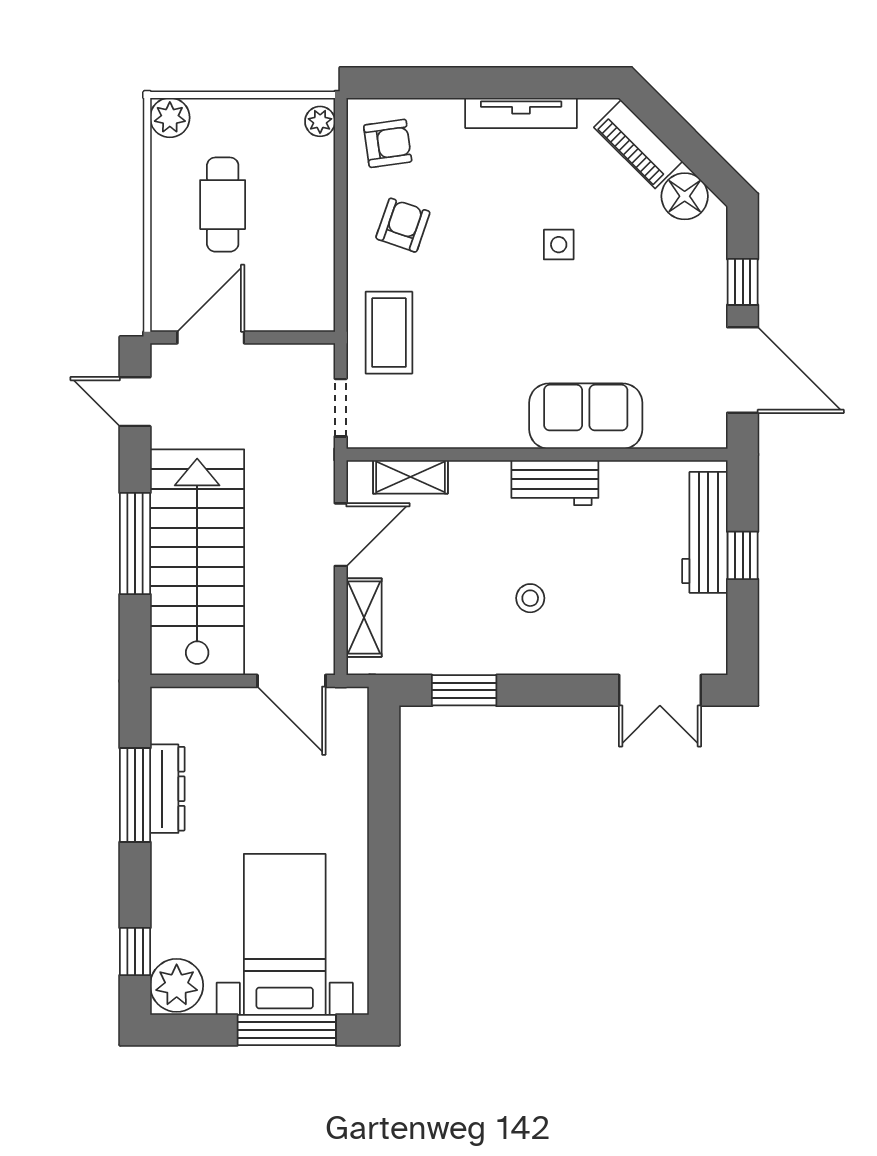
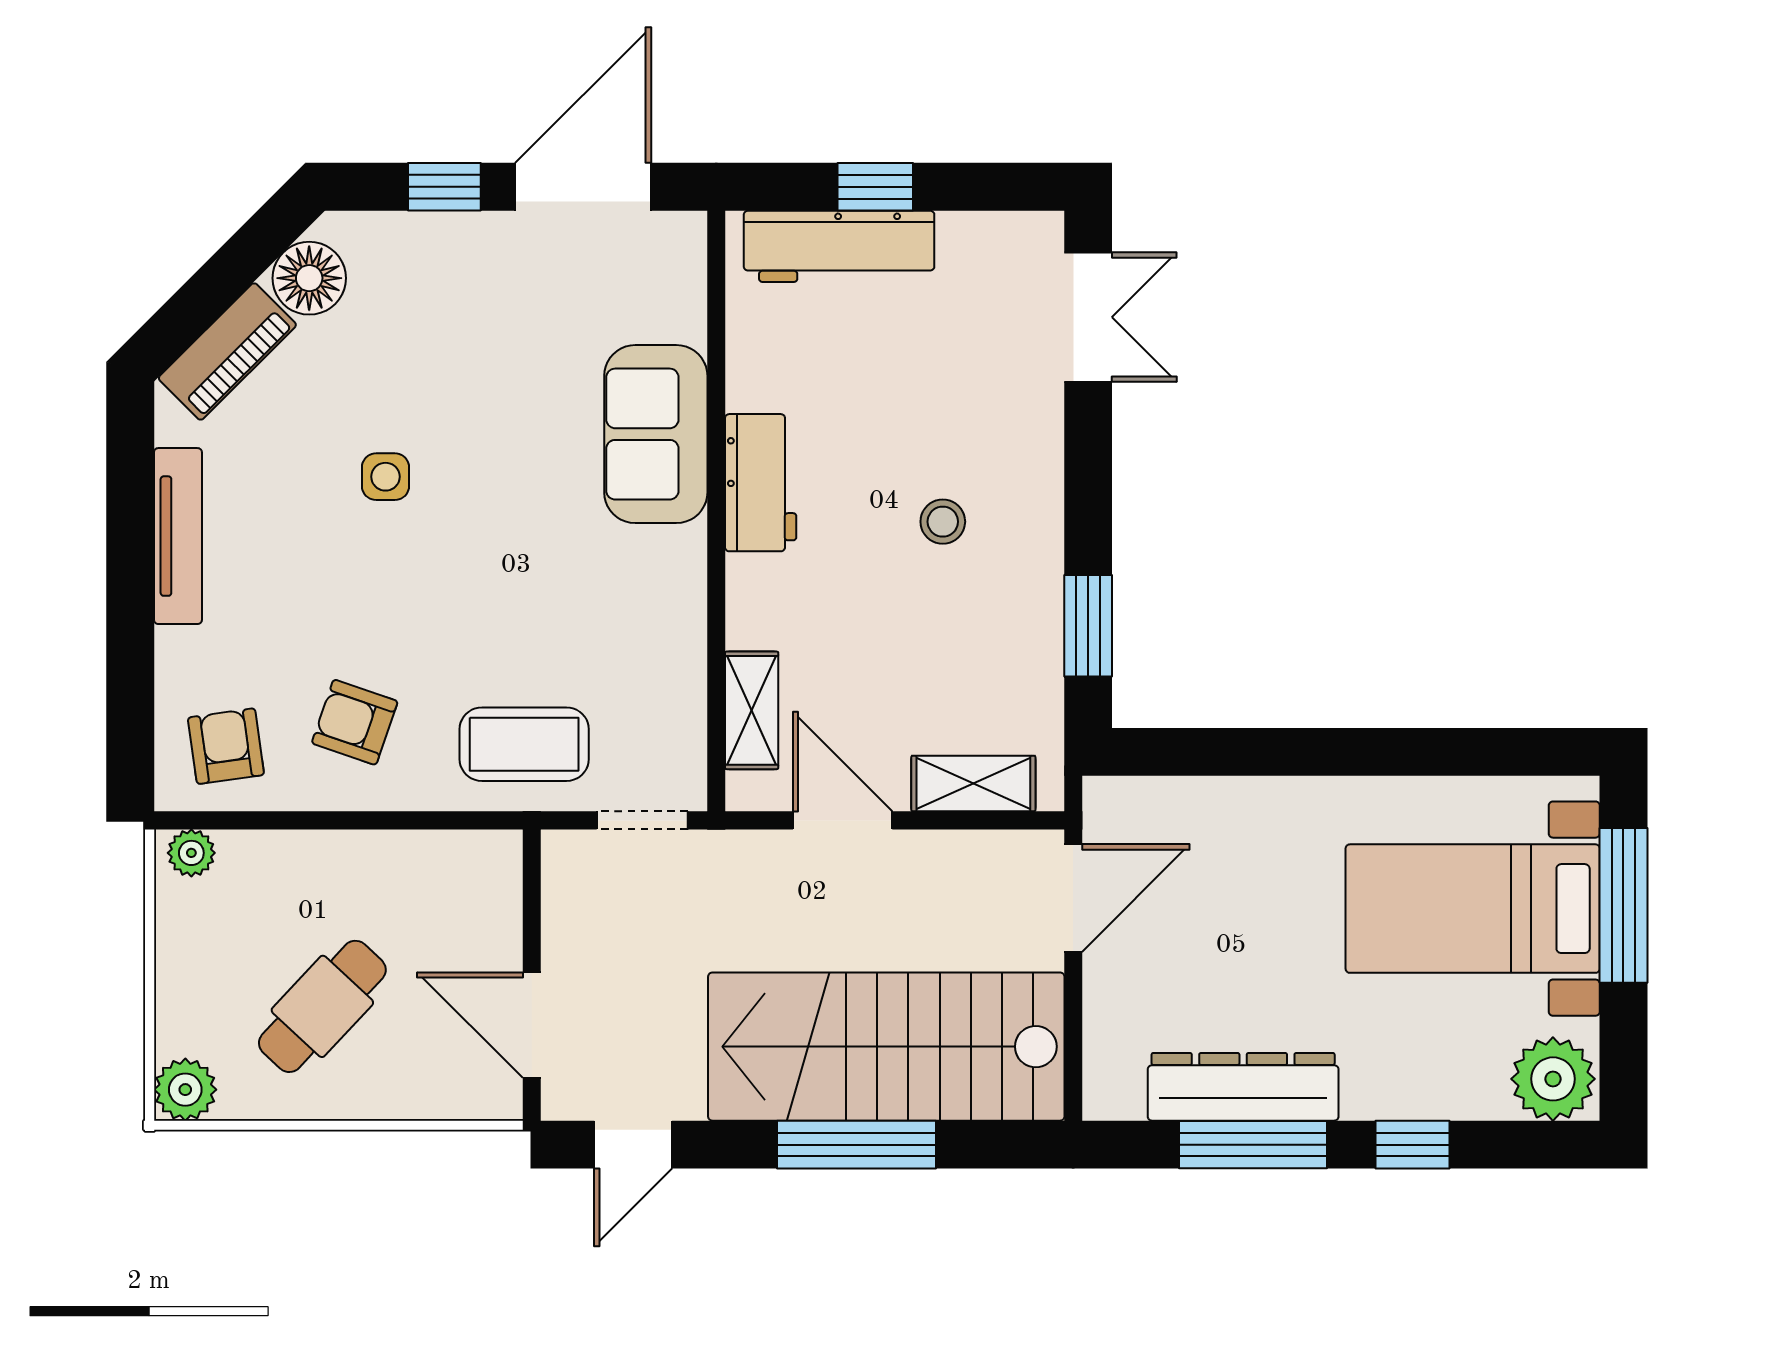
cafe table: (223, 205) -> (322, 1006), turned -47
dresser: (167, 789) -> (1243, 1087), width x1.37, depth x1.24
window: (135, 952) -> (1413, 1145), moved

